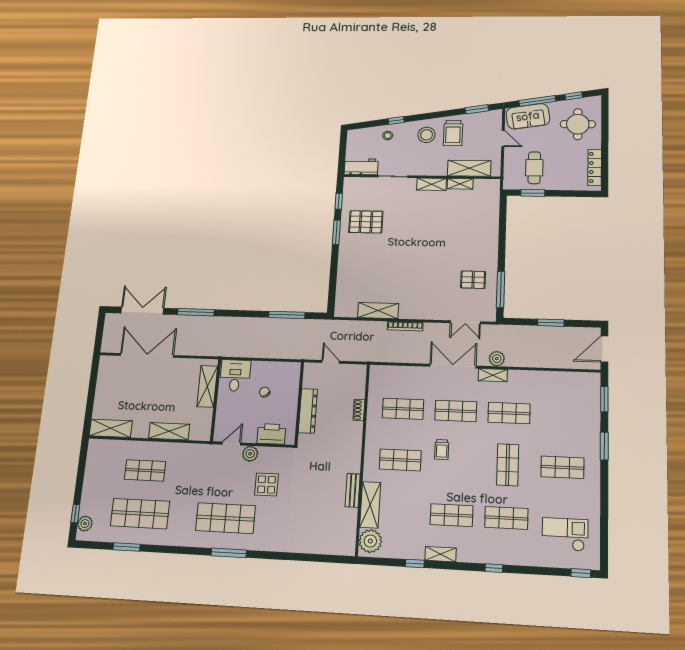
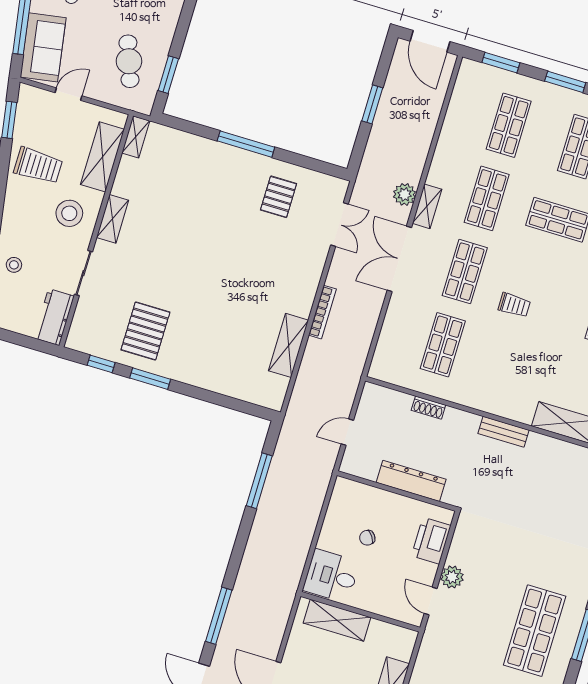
stool: (427, 135) -> (69, 213), moved
cafe table: (534, 168) -> (129, 61), turned 70
shelving: (460, 184) -> (136, 137), moved
window: (501, 289) -> (246, 144), moved
shop shelf: (400, 460) -> (509, 125), moved
display table: (267, 485) -> (502, 563), removed
bench: (353, 490) -> (503, 432), moved

